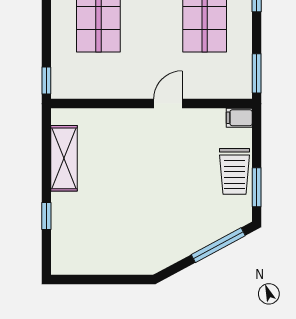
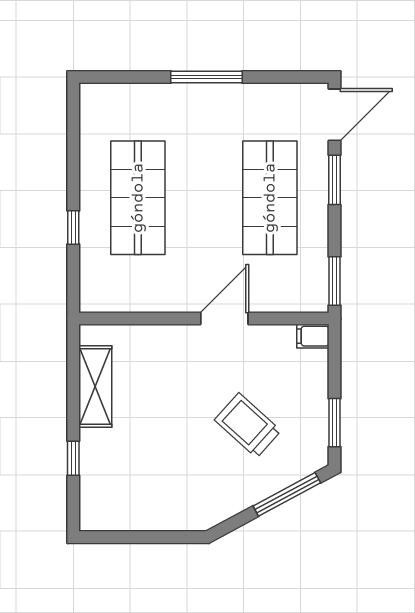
window: (46, 81) -> (73, 228), moved
door: (168, 104) -> (224, 318), width x1.37
trolley: (234, 171) -> (248, 425), moved, turned 132

